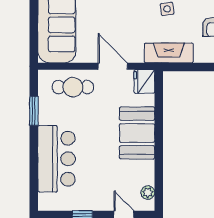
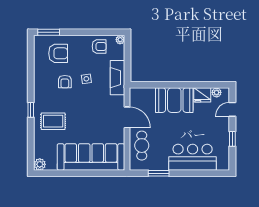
door: (113, 66) -> (127, 117), swing flipped
fridge: (144, 81) -> (202, 95), moved

